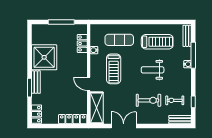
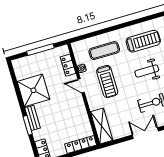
door: (89, 84) -> (81, 86), moved
double door: (124, 126) -> (145, 133), moved

